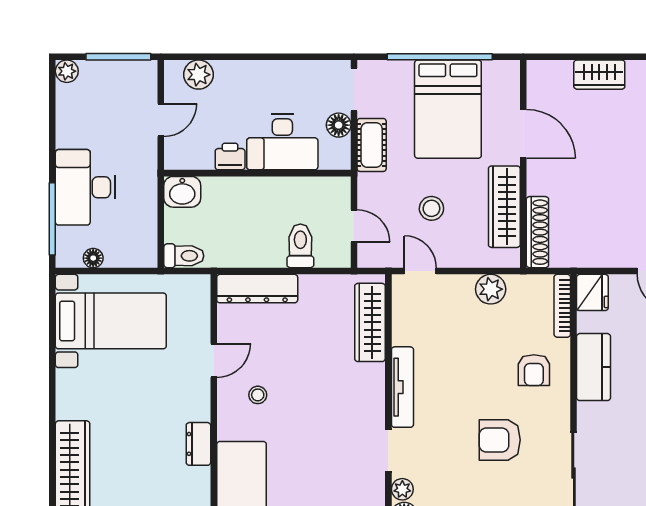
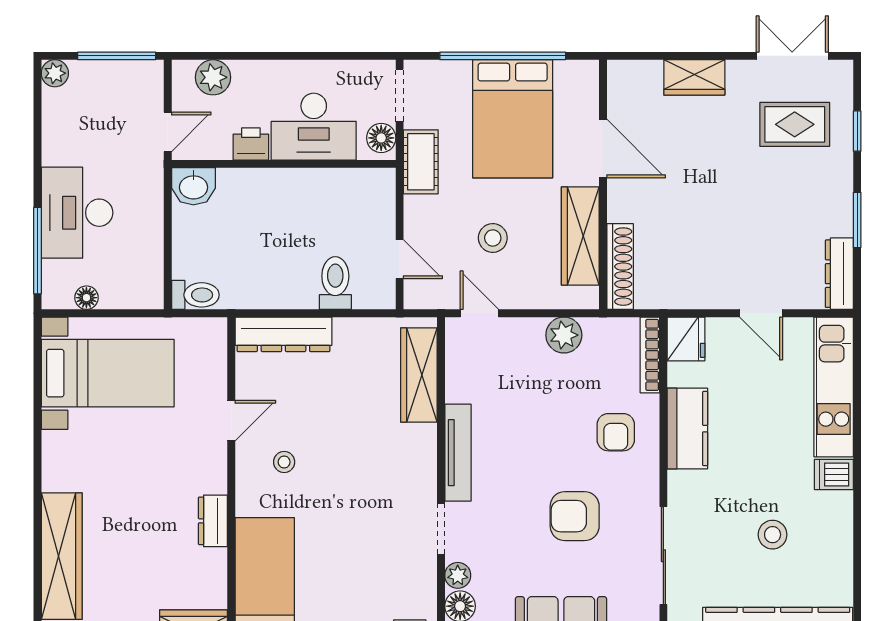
desk: (282, 142) -> (314, 127), moved
printer: (230, 156) -> (251, 144), moved
wall: (257, 173) -> (284, 164), moved
washbasin: (182, 192) -> (193, 186), moved

